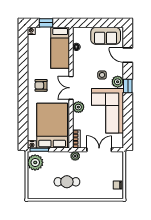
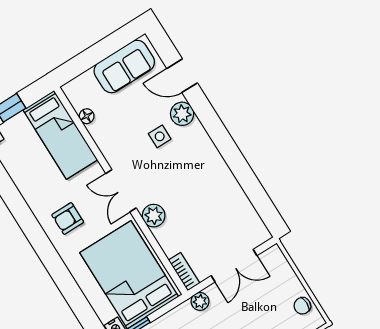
plant: (118, 82) -> (182, 114), moved
window: (128, 86) -> (215, 128), removed
corner sofa: (107, 111) -> (207, 191), removed
double door: (99, 150) -> (234, 266), swing flipped

